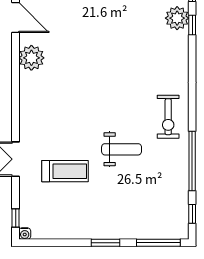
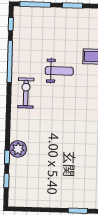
plant: (177, 18) -> (18, 149), moved
weight bench: (122, 149) -> (59, 71), turned 180

